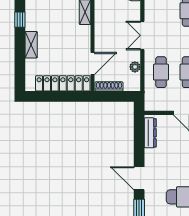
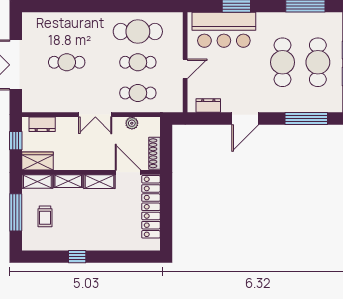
shelving: (31, 45) -> (99, 182), moved
dresser: (150, 133) -> (208, 106), width x0.70
door: (139, 178) -> (245, 118), moved

